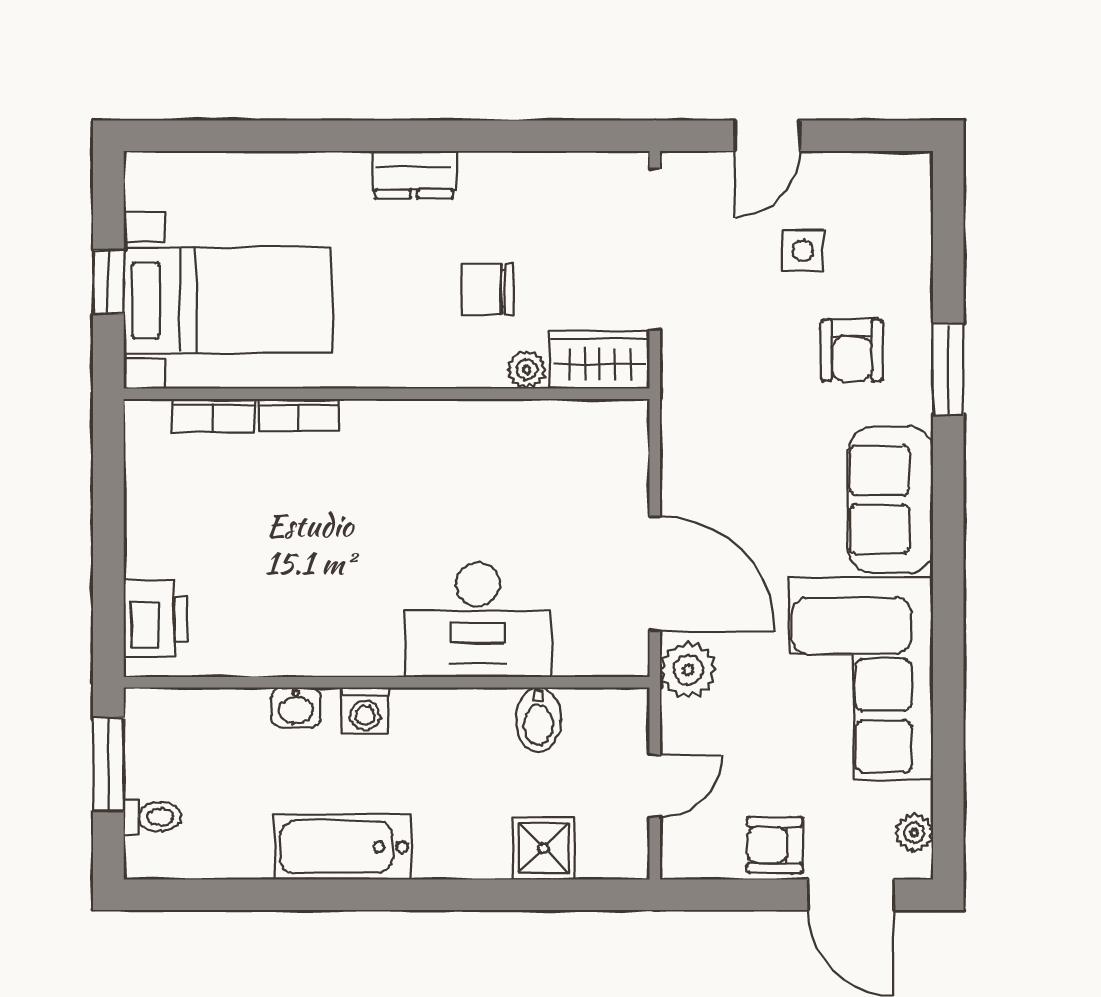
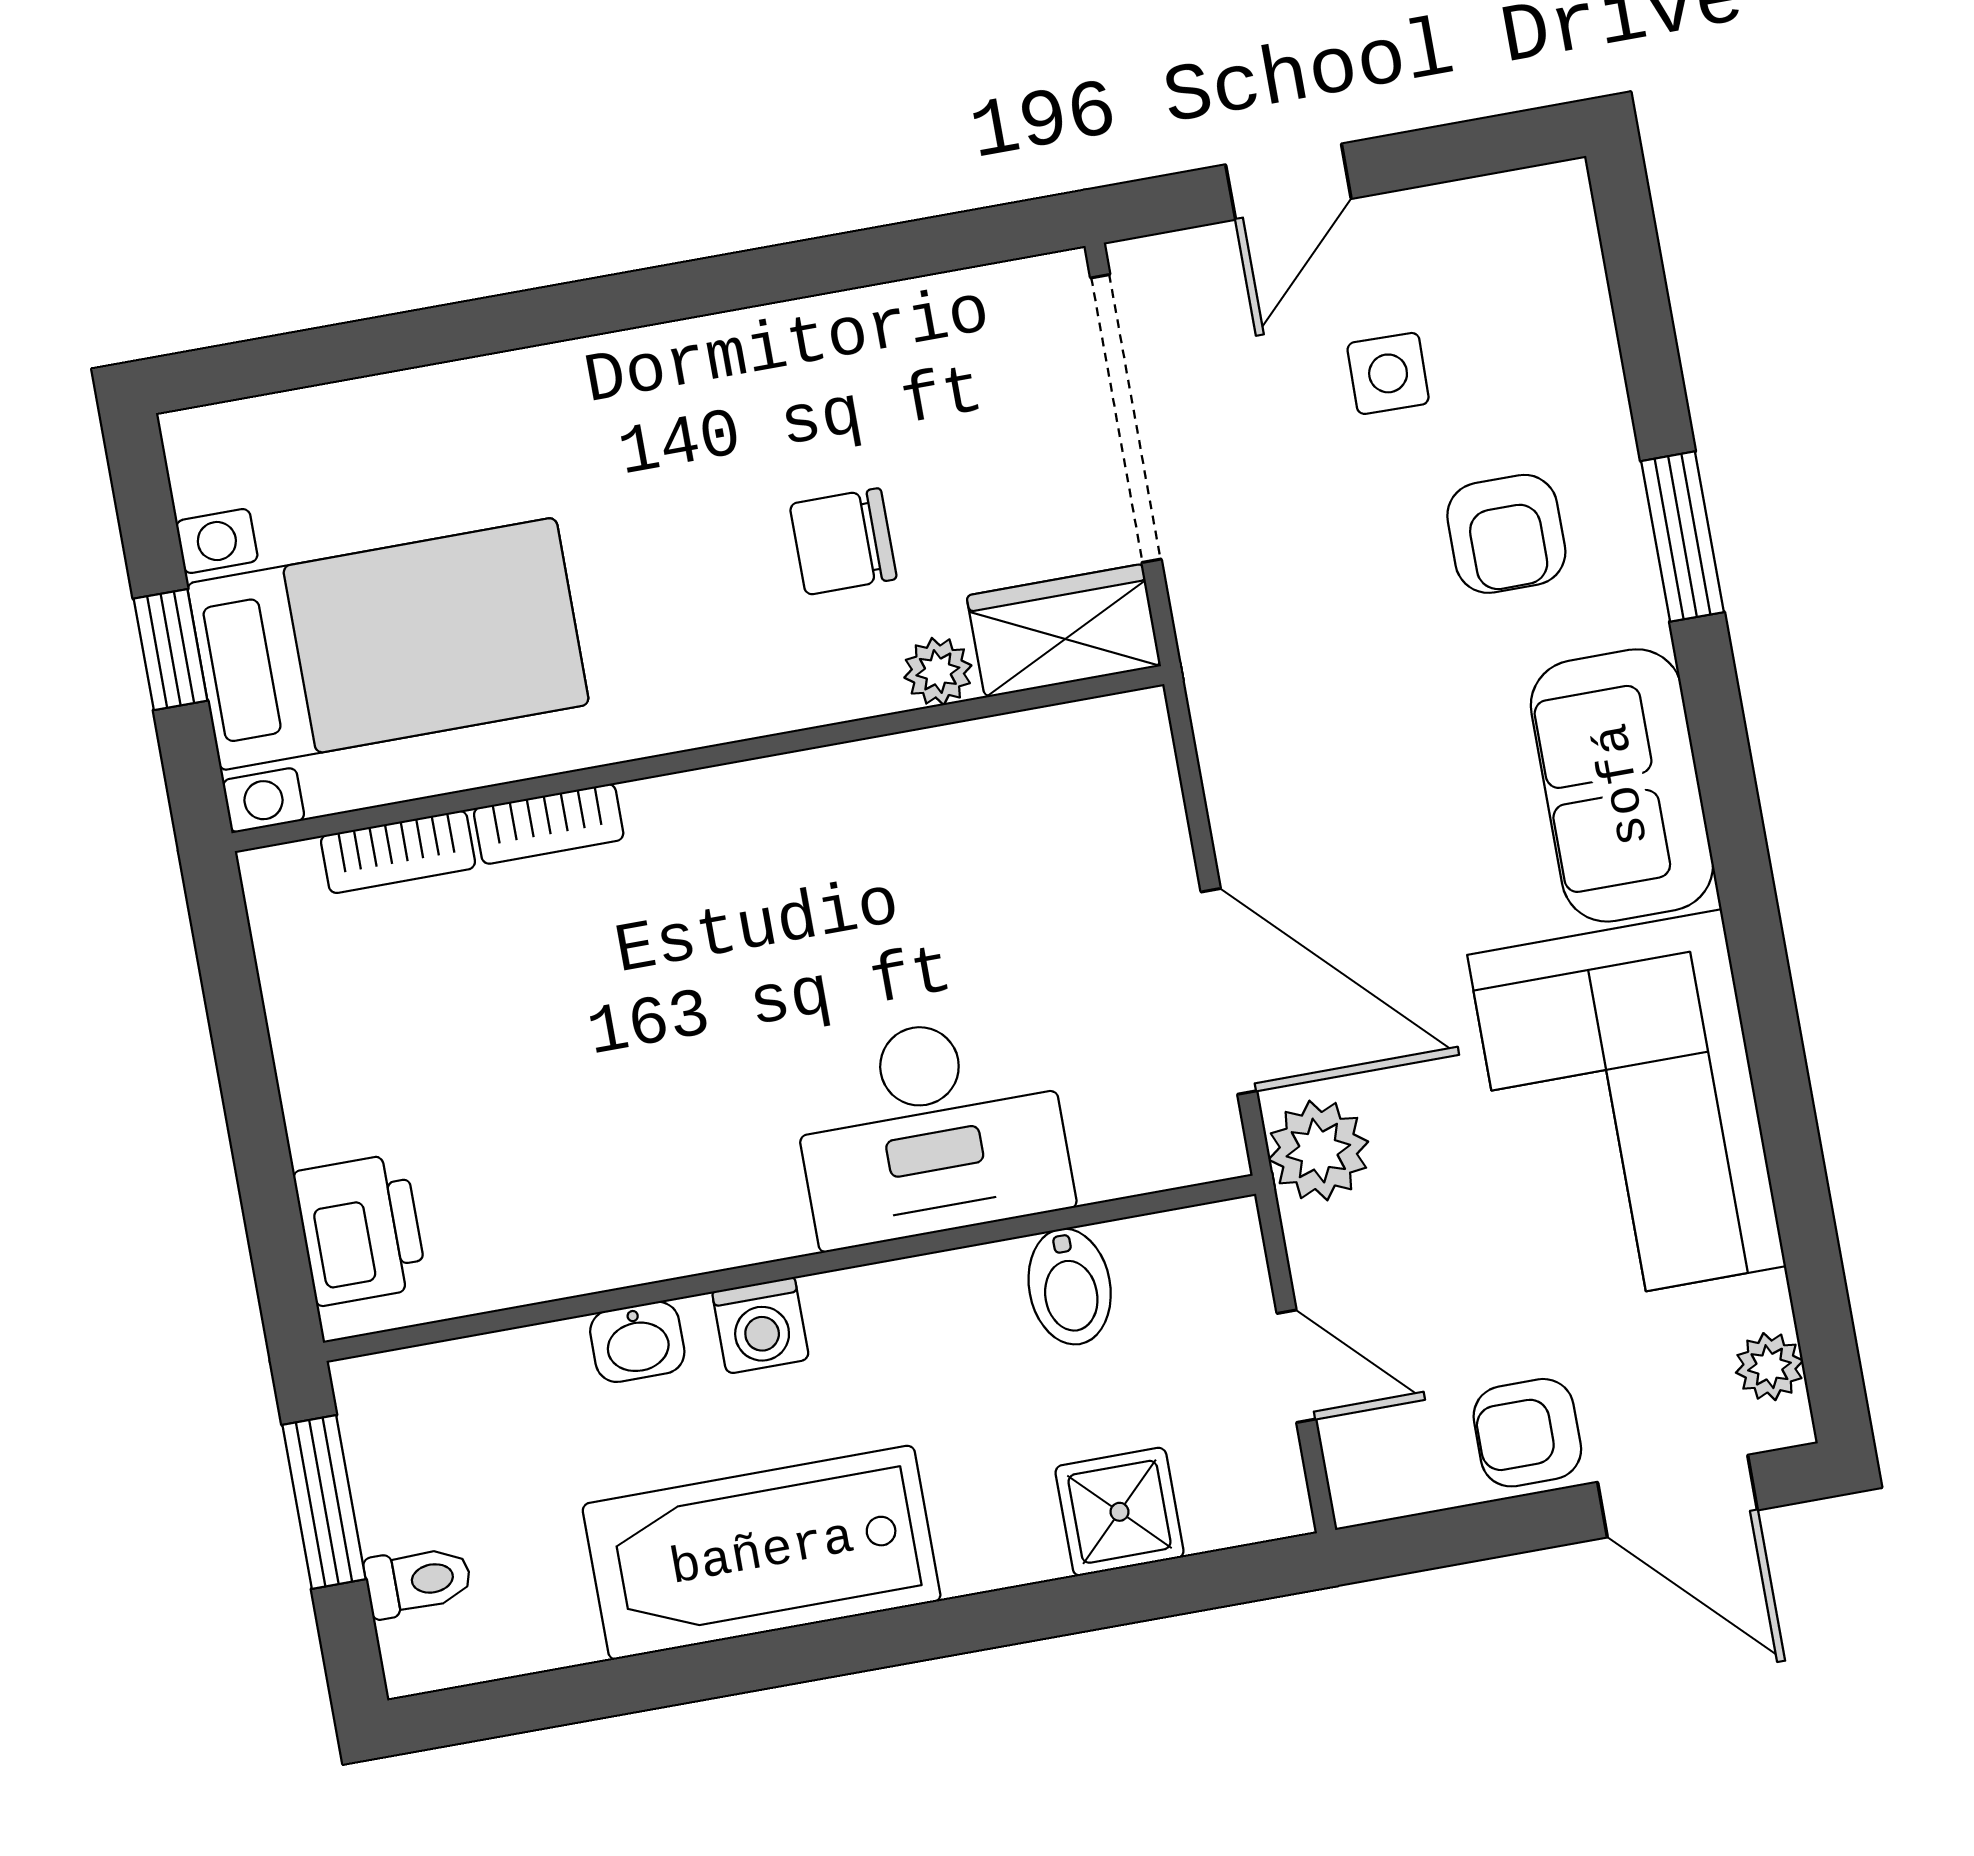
dresser: (414, 175) -> (677, 363), removed
door: (655, 786) -> (1296, 1366), hinge flipped
bathtub: (343, 847) -> (762, 1553), width x1.36, depth x1.36

